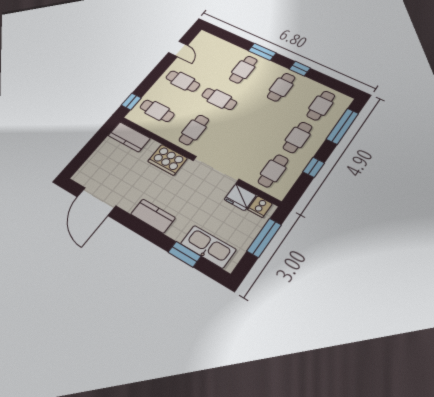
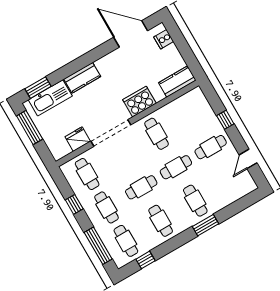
door: (178, 49) -> (248, 159), hinge flipped
window: (300, 69) -> (146, 260), moved
window: (131, 101) -> (225, 120), moved
cafe table: (157, 111) -> (141, 187), moved
cooker: (260, 207) -> (164, 39), moved, turned -90
kitchen counter: (153, 216) -> (82, 78), moved
window: (264, 238) -> (30, 127), moved
window: (184, 254) -> (38, 88), moved

